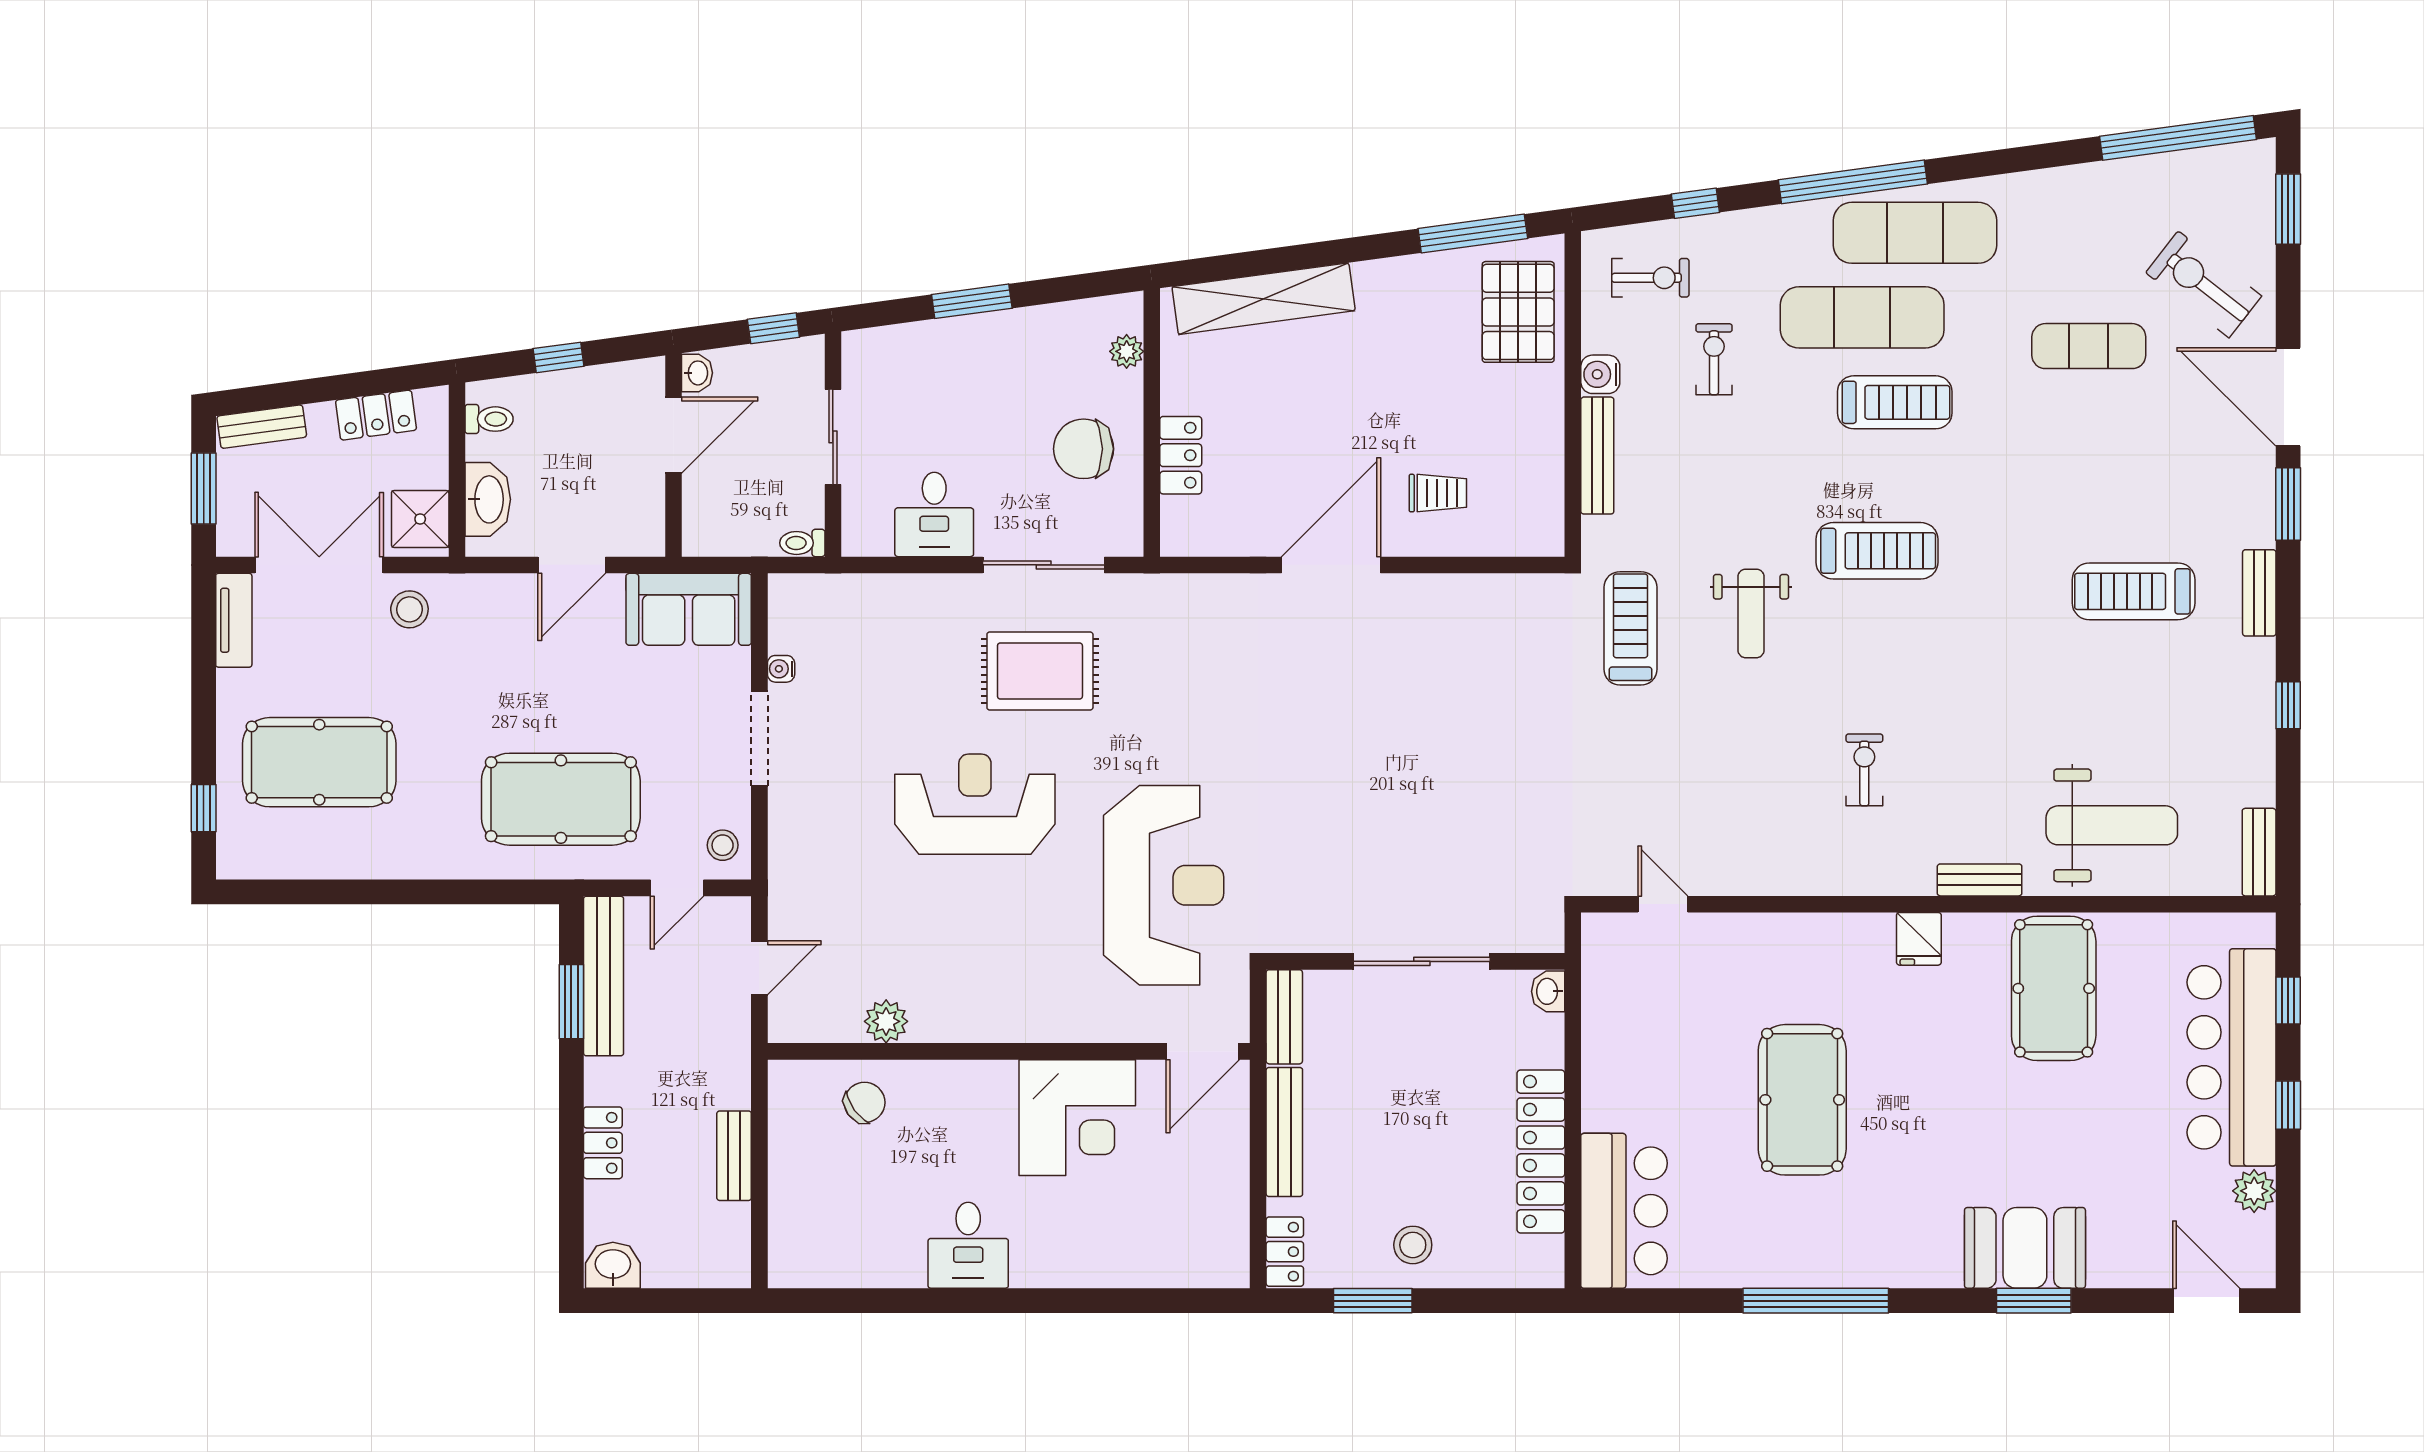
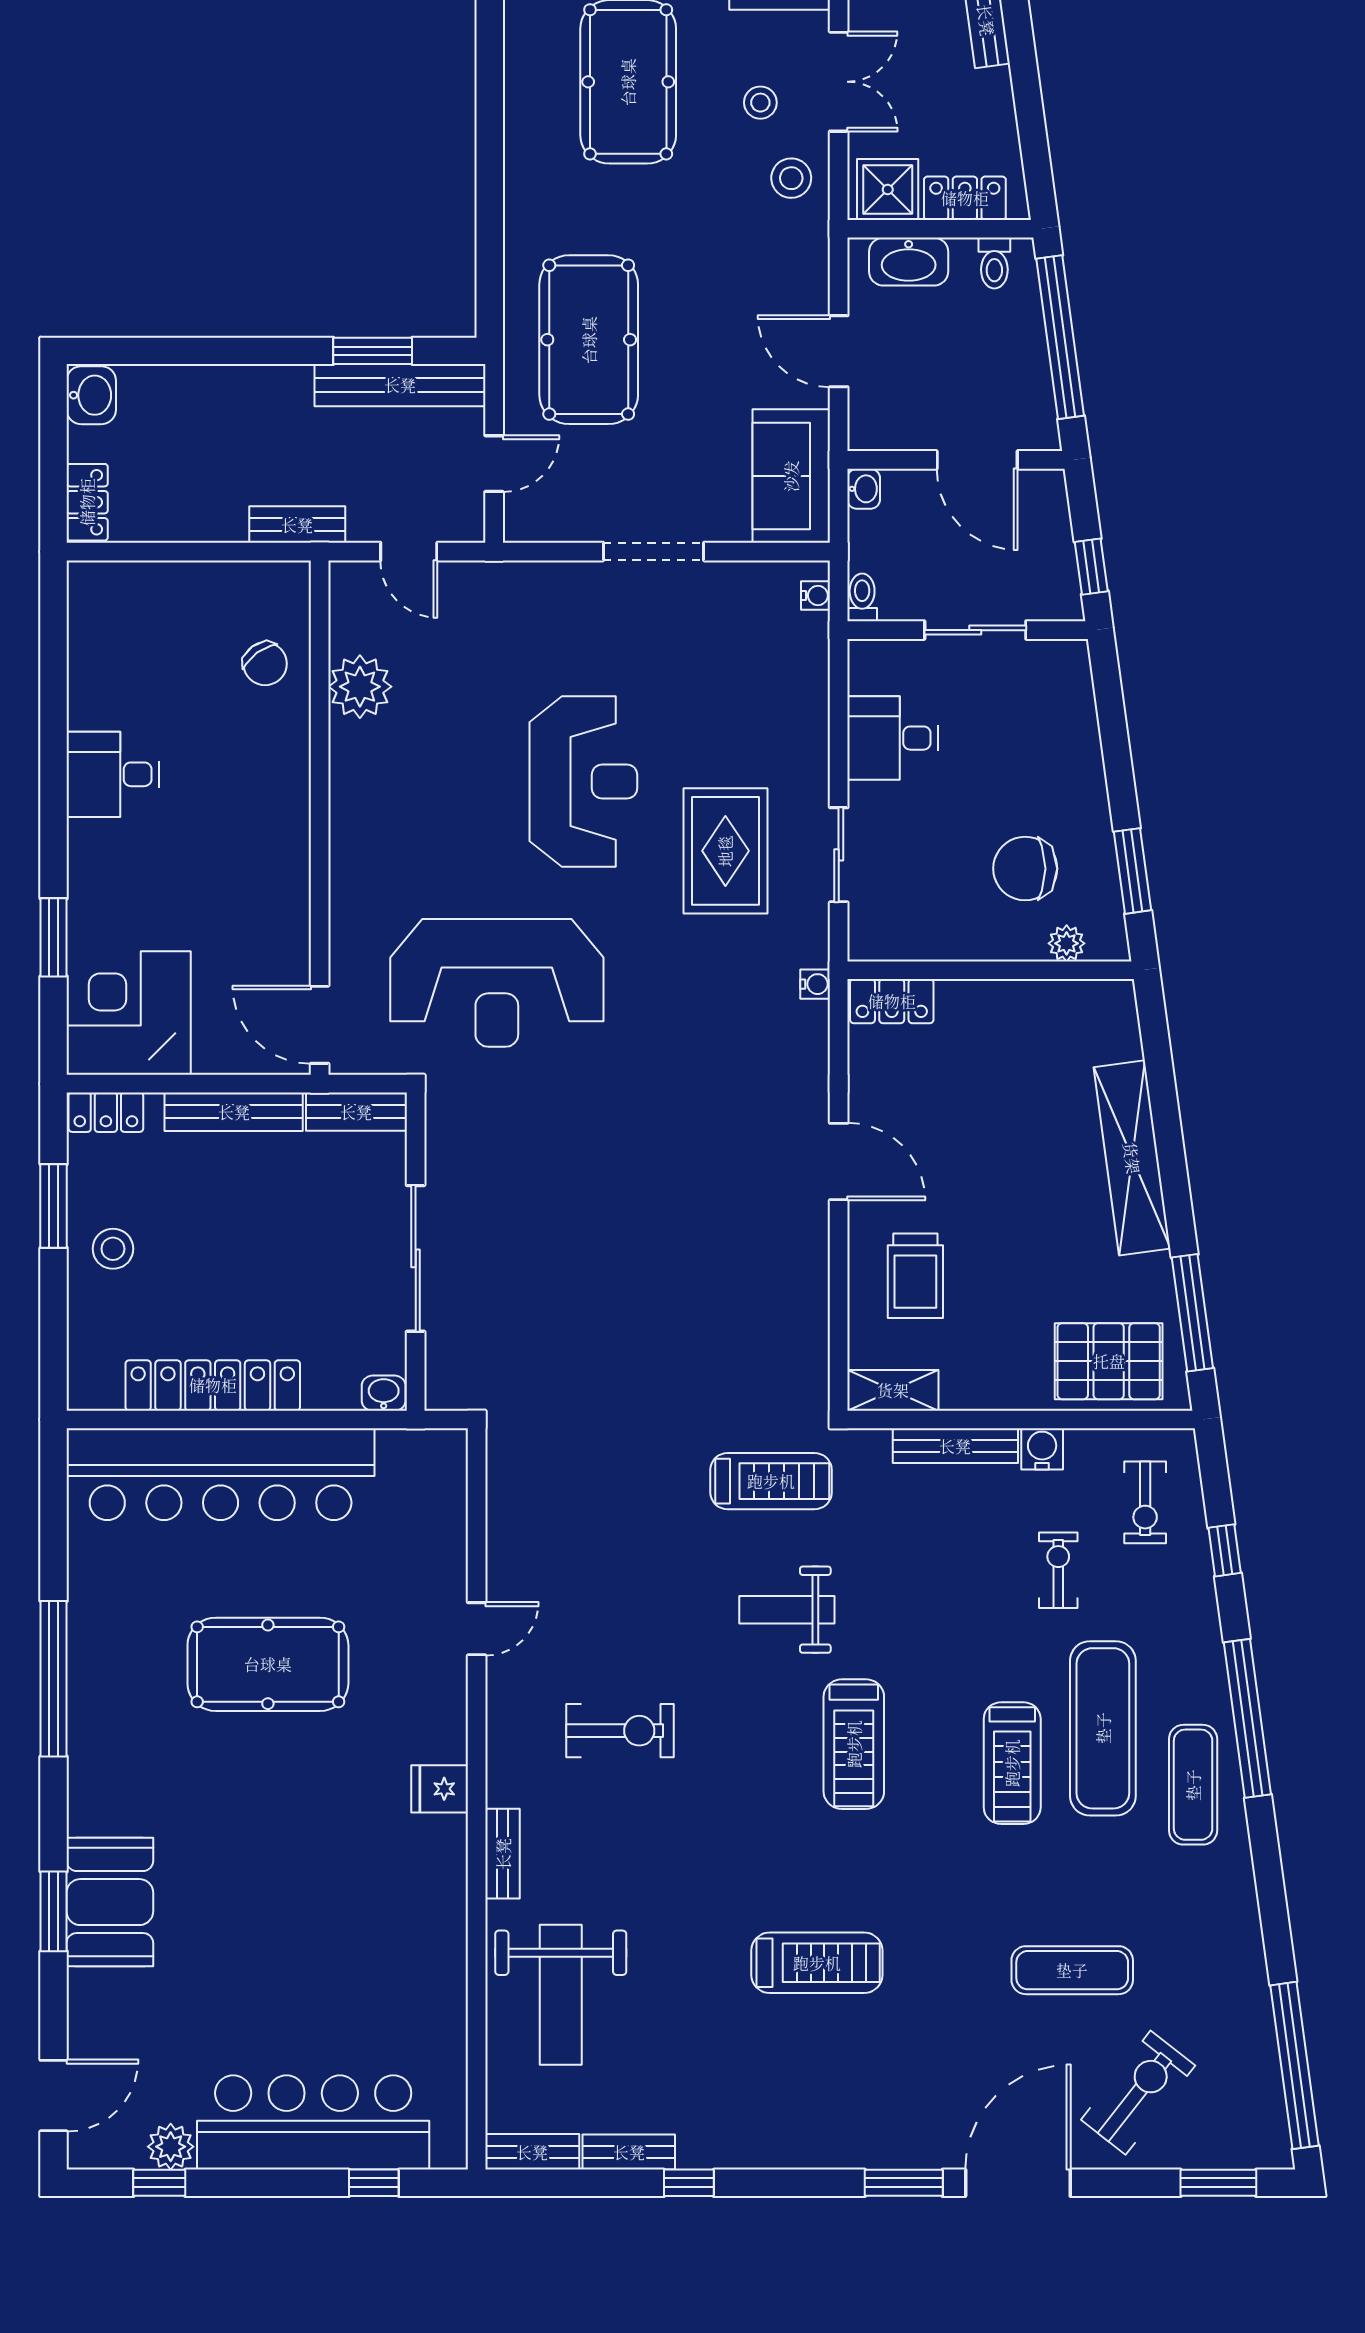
exercise mat: (1915, 233) -> (1193, 1785), width x0.73, depth x0.69
shelving: (1264, 299) -> (1132, 1158), moved
window: (972, 301) -> (1132, 871), moved
exercise mat: (2089, 346) -> (1072, 1970), turned 90
window: (559, 357) -> (1060, 337), width x3.17
exercise bike: (1714, 359) -> (1058, 1570), turned -90
washbasin: (697, 373) -> (864, 489), moved, turned -90
locker: (376, 415) -> (965, 198), moved, turned 98
chair: (1084, 449) -> (1025, 869), moved, turned -90
locker: (1181, 455) -> (892, 1001), moved
trolley: (1438, 493) -> (915, 1276), width x1.36, depth x1.39
shelving: (1545, 514) -> (893, 1390), added
double door: (319, 565) -> (839, 82), width x0.73
sliding door: (1044, 565) -> (839, 855), width x0.73
door: (1331, 565) -> (839, 1162), width x0.73
water cooler: (1165, 587) -> (815, 984), added
treadmill: (2134, 591) -> (817, 1963), moved, turned 90
bench: (2259, 593) -> (629, 2152), moved
water cooler: (781, 669) -> (816, 596), moved, turned 90
exercise bike: (1864, 770) -> (620, 1731), width x1.38, depth x1.39
stool: (723, 845) -> (760, 103), moved
door: (677, 888) -> (494, 464), swing flipped
door: (1663, 904) -> (477, 1629), moved
pool table: (2054, 988) -> (387, 1933), removed
plant: (886, 1021) -> (360, 687), width x1.36, depth x1.36
window: (2288, 1105) -> (159, 2183), moved
corner desk: (1077, 1118) -> (129, 1013), moved, turned 90
locker: (603, 1143) -> (87, 502), moved, turned -90
bench: (734, 1156) -> (297, 525), moved
bar counter: (1624, 1211) -> (221, 1474), width x1.86
window: (1121, 1301) -> (54, 937), added

